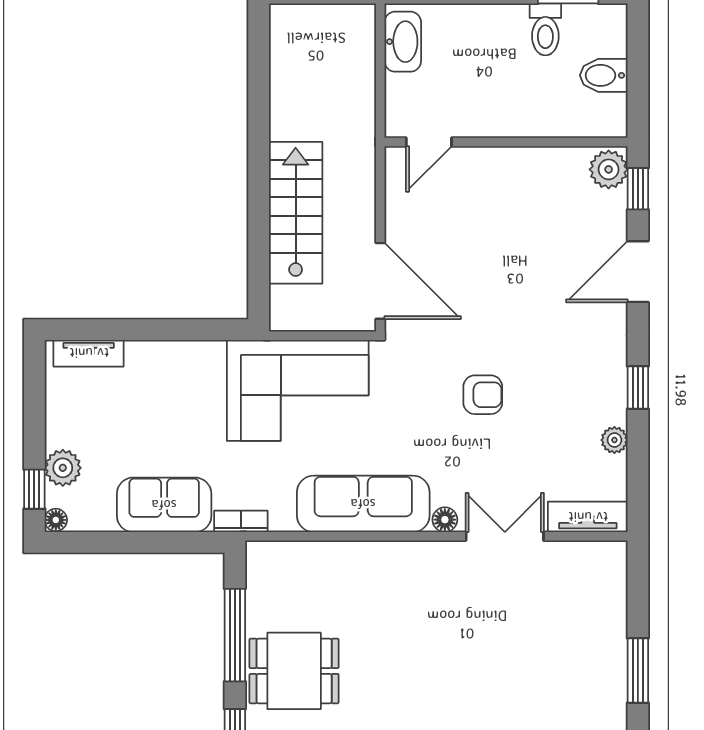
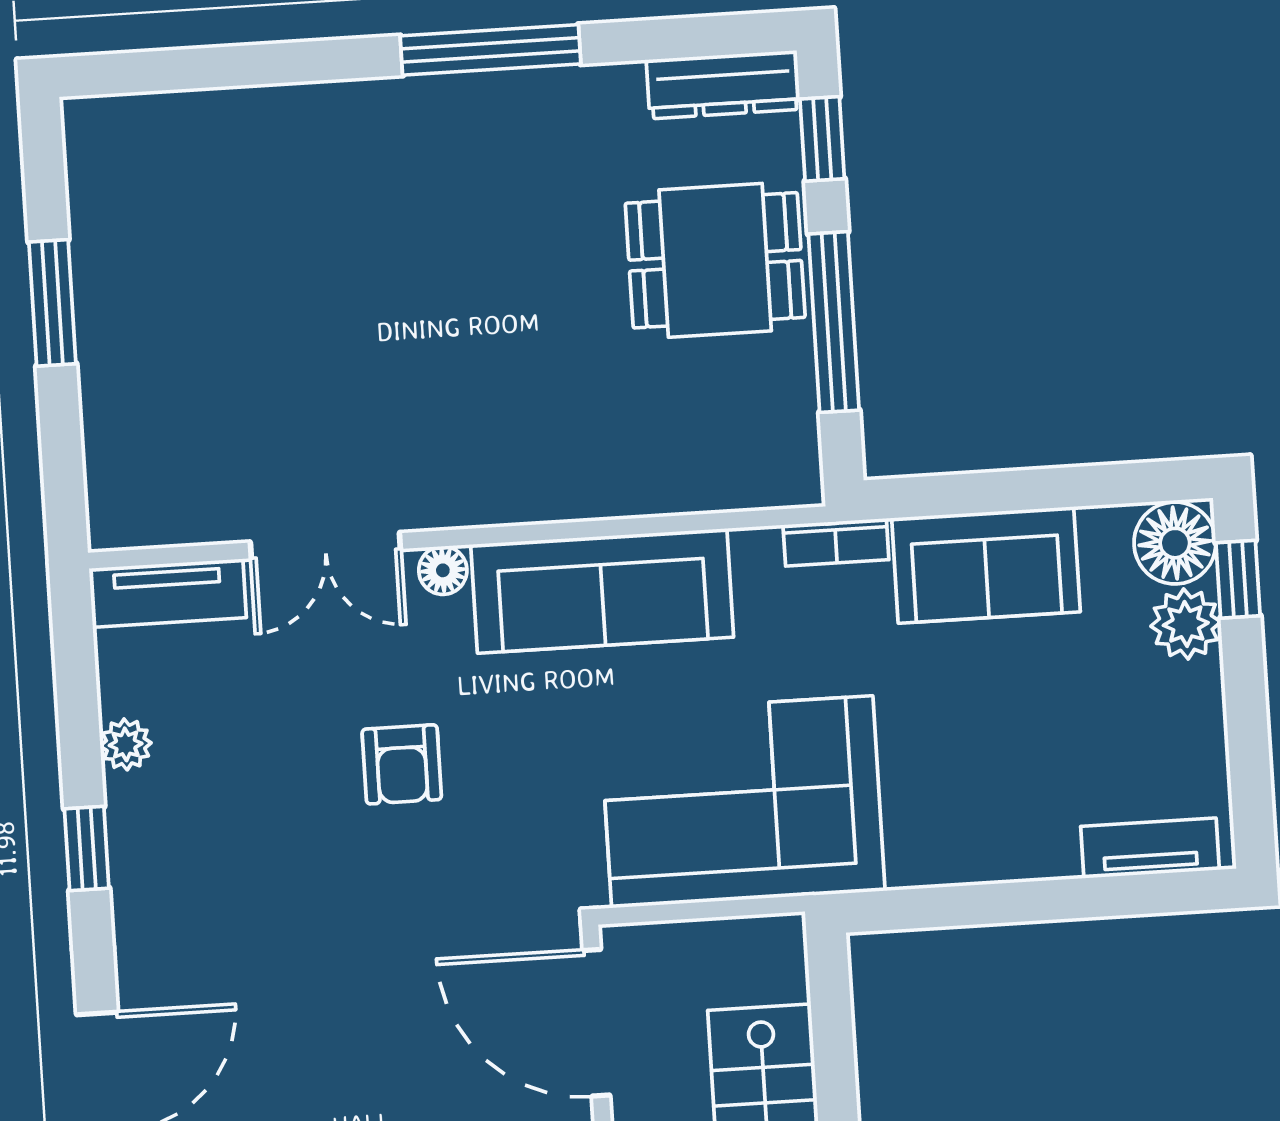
armchair: (483, 395) -> (402, 764), moved, turned -90
floor lamp: (56, 520) -> (1175, 543), width x1.89, depth x1.89

